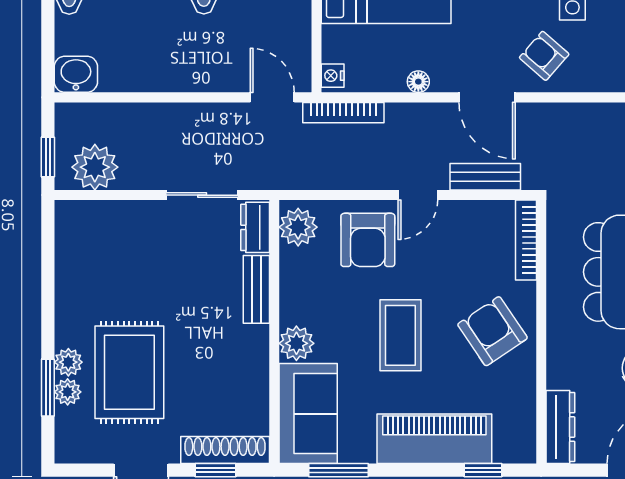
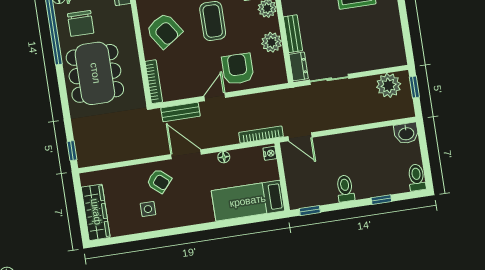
plant: (298, 227) -> (272, 42), moved

